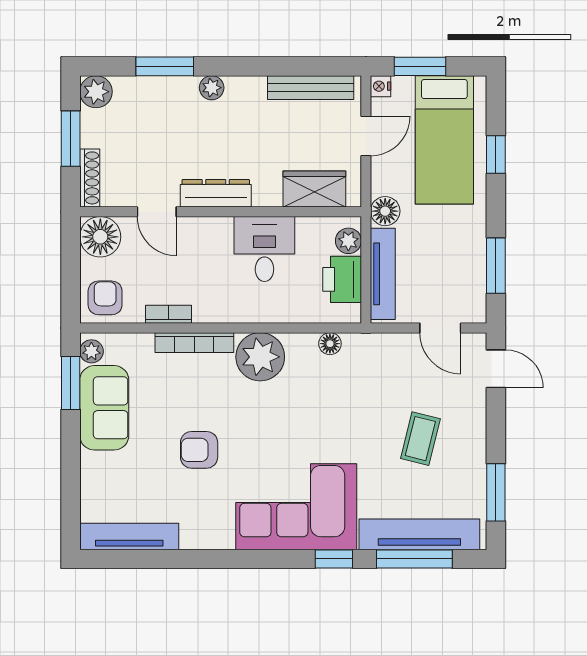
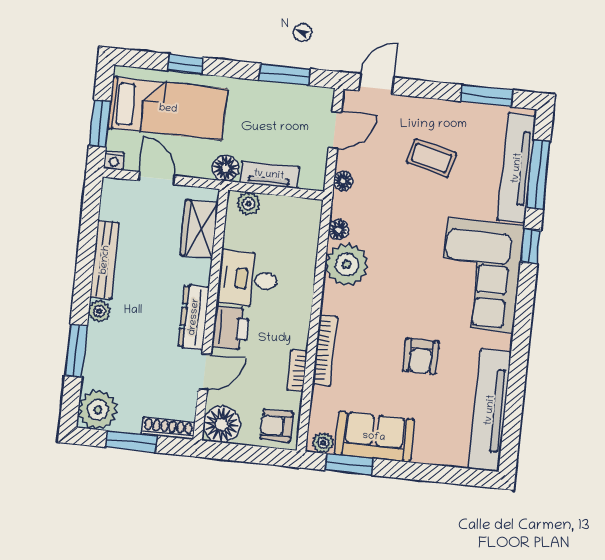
bench: (311, 88) -> (105, 260), moved
plant: (96, 92) -> (98, 410), width x1.36, depth x1.36
tv unit: (383, 274) -> (269, 175), width x0.71
printer: (342, 279) -> (231, 328), moved, turned -90
floor lamp: (385, 343) -> (343, 181), added
plant: (260, 357) -> (347, 265), moved
tv unit: (129, 536) -> (490, 410), width x1.36, depth x1.29

